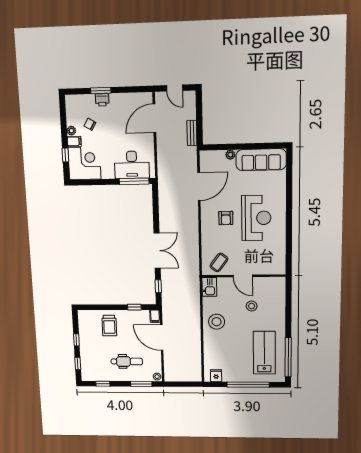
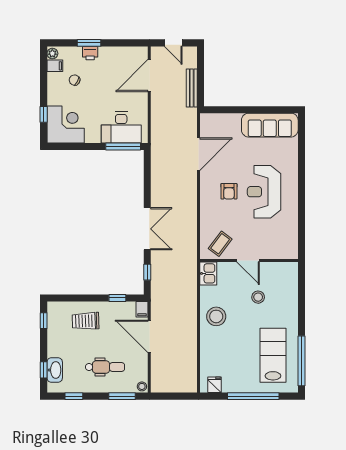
plant: (71, 131) -> (52, 54), moved
bench: (192, 133) -> (192, 88), width x1.36
filing cabinet: (74, 141) -> (55, 66), moved
plant: (230, 155) -> (235, 119), removed
reception desk: (256, 218) -> (264, 192), turned 180
trolley: (109, 325) -> (86, 321), turned 88
window: (76, 340) -> (44, 321), moved
washbasin: (87, 364) -> (55, 370), added

